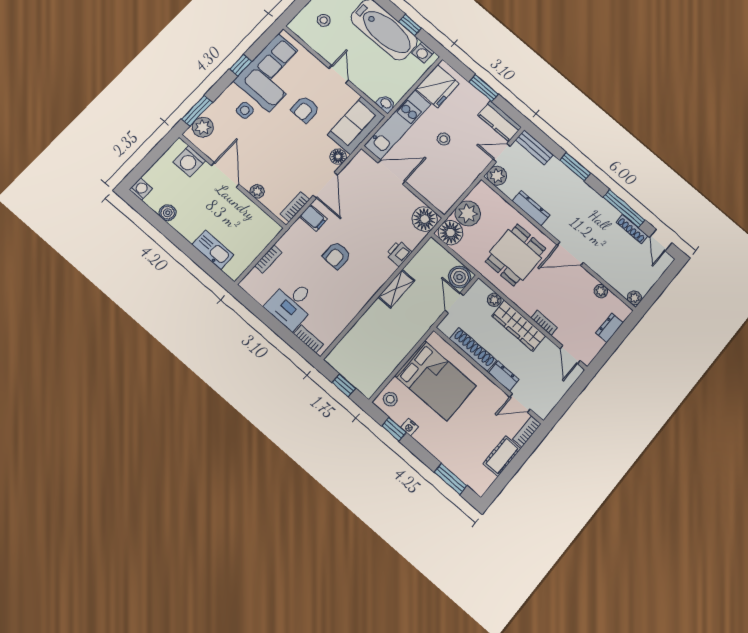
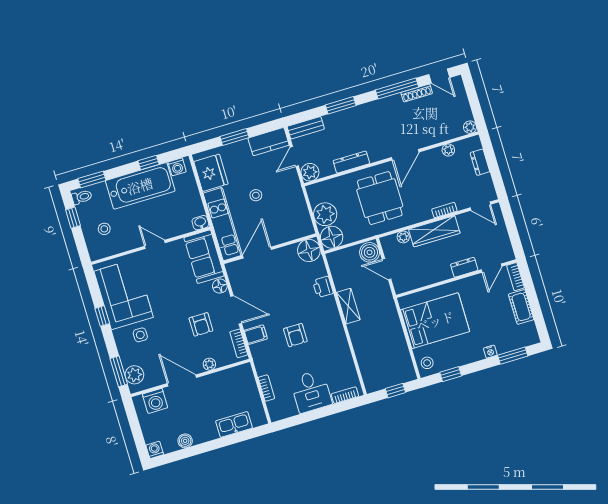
armchair: (305, 109) -> (201, 324), moved
shoe rack: (473, 350) -> (430, 278), removed
nightstand: (410, 427) -> (490, 352), moved

